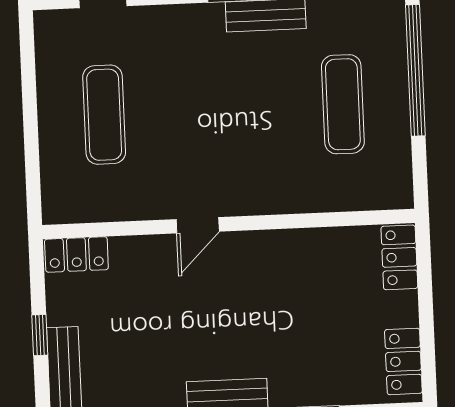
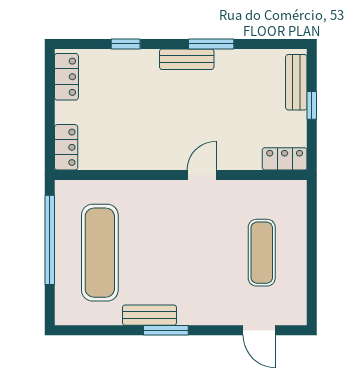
window: (415, 70) -> (50, 240), moved
exercise mat: (343, 104) -> (100, 253), width x1.36, depth x1.45

